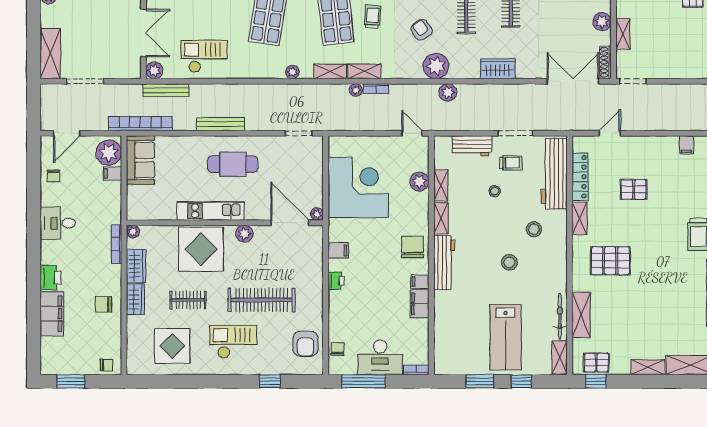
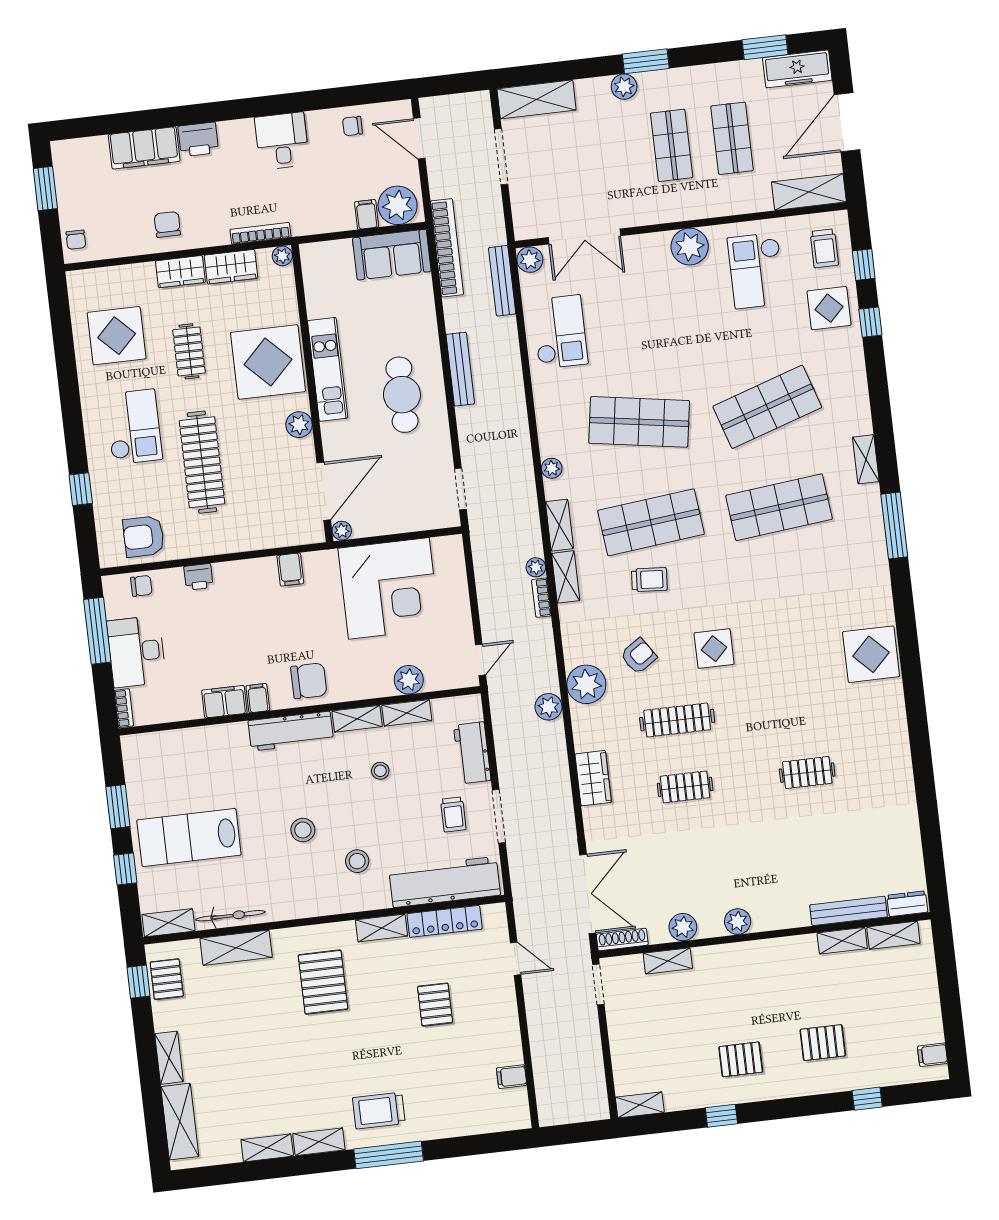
stool: (495, 191) -> (380, 771), moved
printer: (336, 281) -> (198, 577), moved

